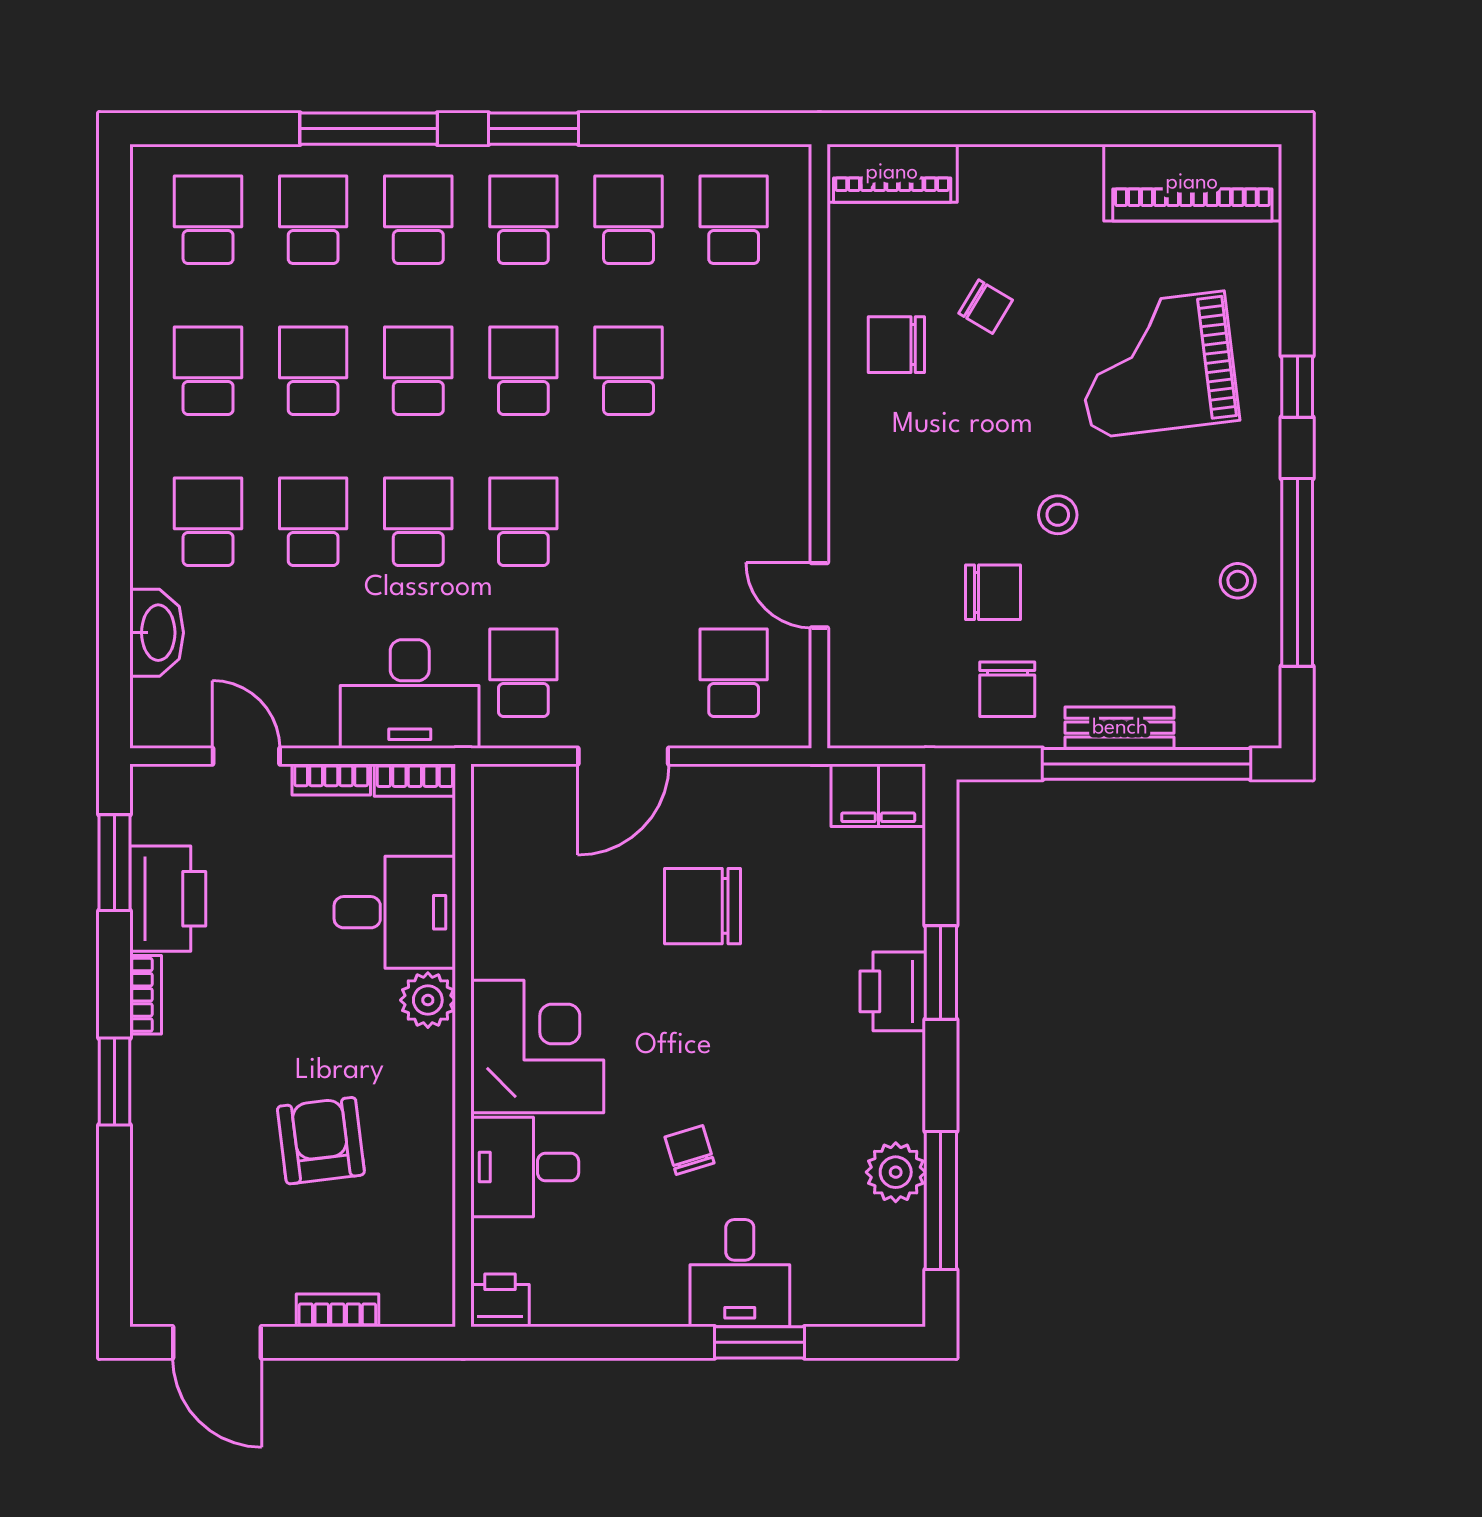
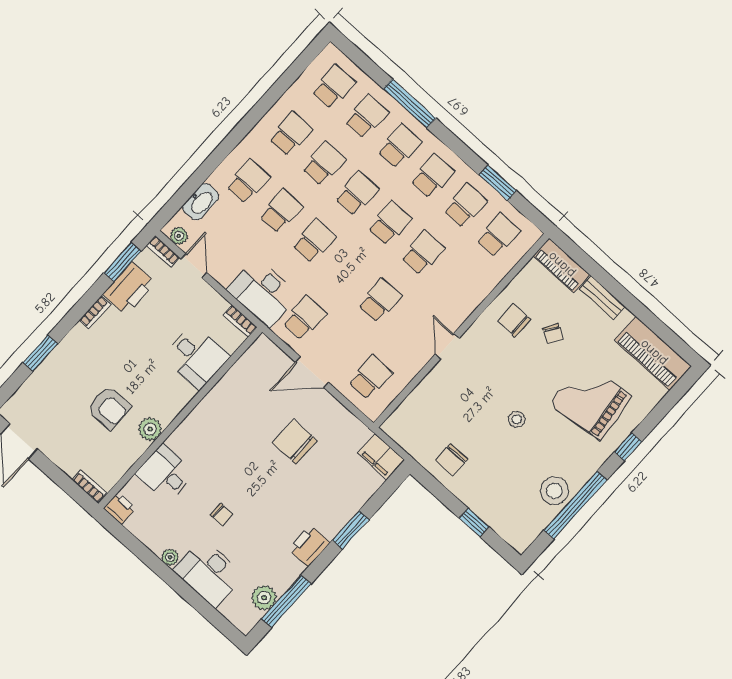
window: (533, 129) -> (498, 183), moved
school desk: (523, 522) -> (380, 300), moved
stool: (1238, 581) -> (554, 491), width x1.89, depth x1.89
chair: (993, 592) -> (474, 425), removed
door: (819, 595) -> (447, 346), moved
plant: (172, 728) -> (179, 236), added
bench: (1120, 728) -> (602, 298), moved
window: (1146, 764) -> (474, 523), width x0.32
bookcase: (331, 780) -> (163, 251), moved
printer: (893, 991) -> (309, 546), moved
plant: (428, 1000) -> (150, 429), moved
corner desk: (537, 1047) -> (203, 439), removed
window: (115, 1081) -> (40, 353), moved
armchair: (321, 1141) -> (109, 408), turned 97
chair: (690, 1150) -> (222, 515), turned 107
plant: (896, 1172) -> (264, 598), moved
desk: (740, 1273) -> (209, 573), width x1.37
plant: (666, 1307) -> (170, 557), added
bookcase: (337, 1310) -> (89, 486), moved
window: (760, 1342) -> (189, 595), removed

